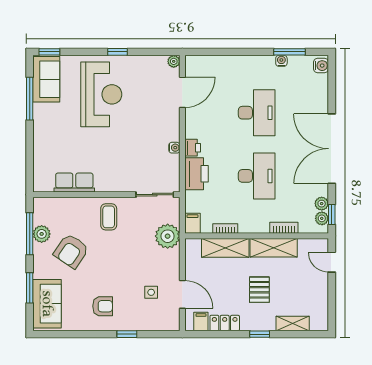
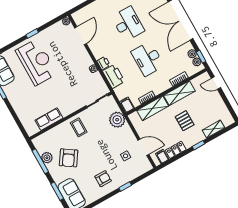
desk: (257, 176) -> (148, 59), turned 180

